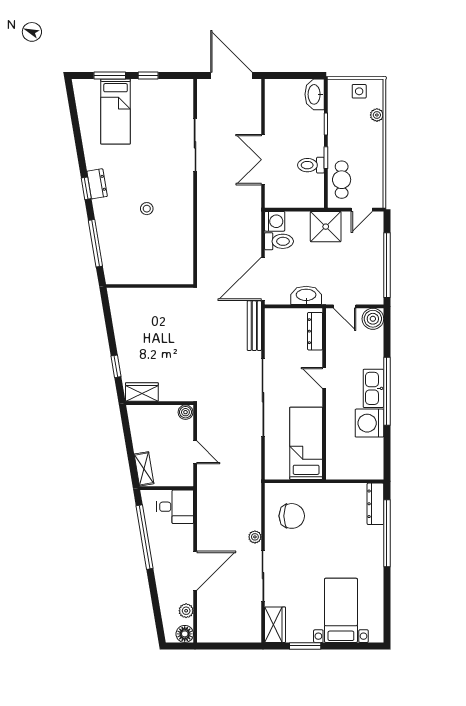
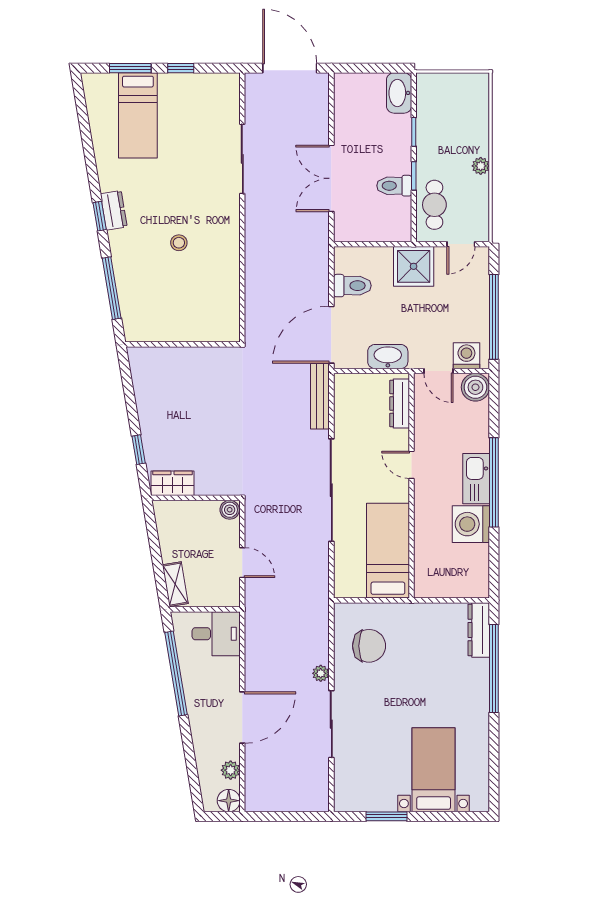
side table: (359, 91) -> (457, 89), removed
plant: (377, 115) -> (481, 166), moved
washing machine: (275, 221) -> (466, 356), moved, turned -90
wardrobe: (275, 625) -> (347, 788), removed

